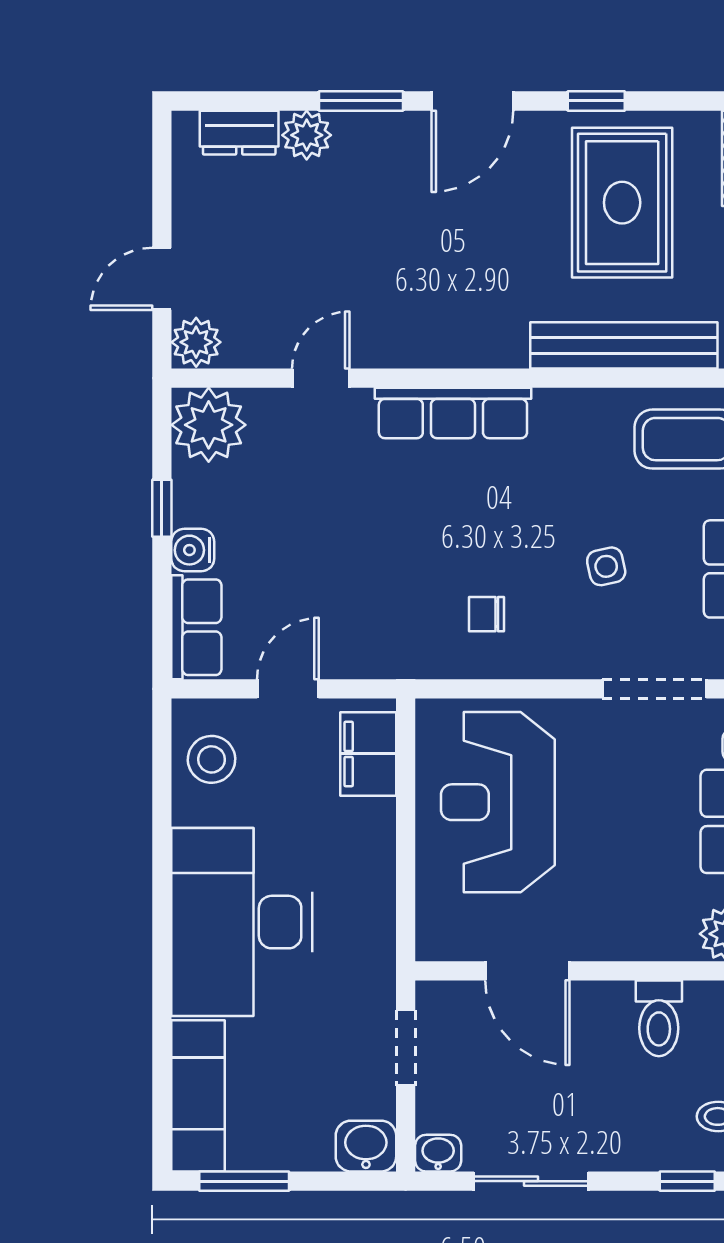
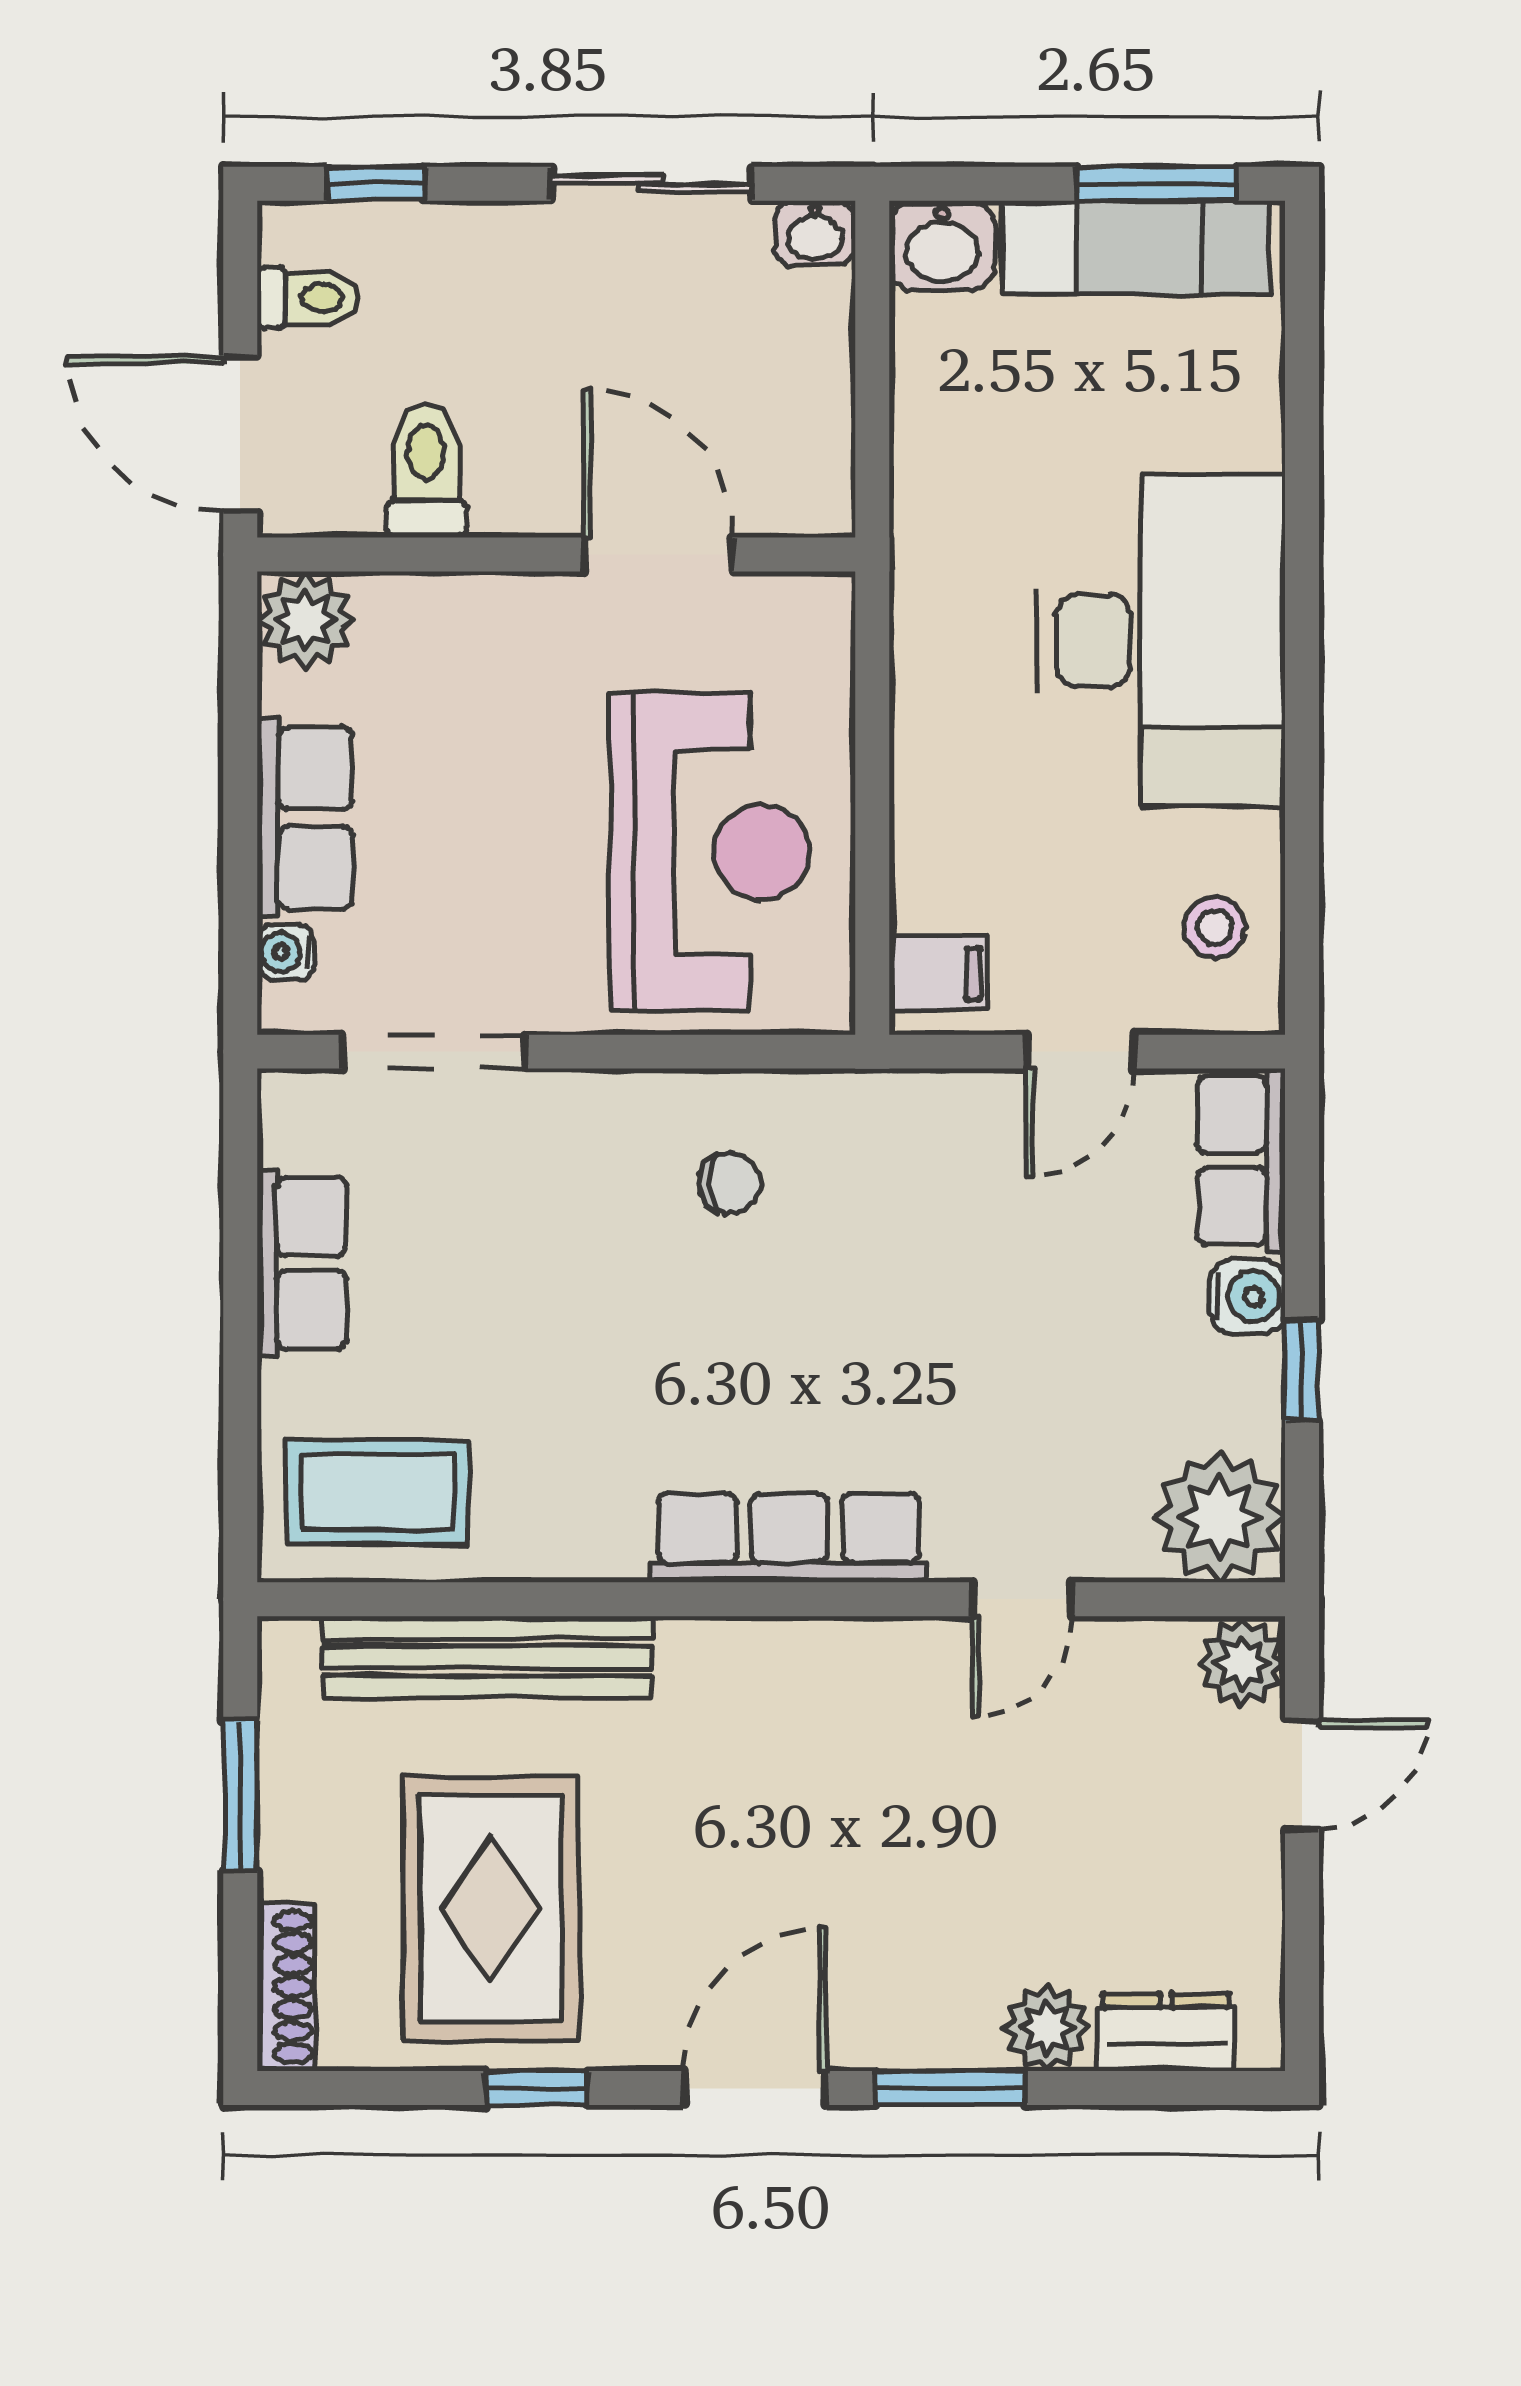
side table: (606, 566) -> (519, 1268), removed
filing cabinet: (368, 754) -> (938, 974), width x0.50
stool: (212, 759) -> (1215, 927), width x0.73, depth x0.73
doorway: (406, 1048) -> (872, 419), removed
exam couch: (198, 1096) -> (1136, 247), moved, turned -90

